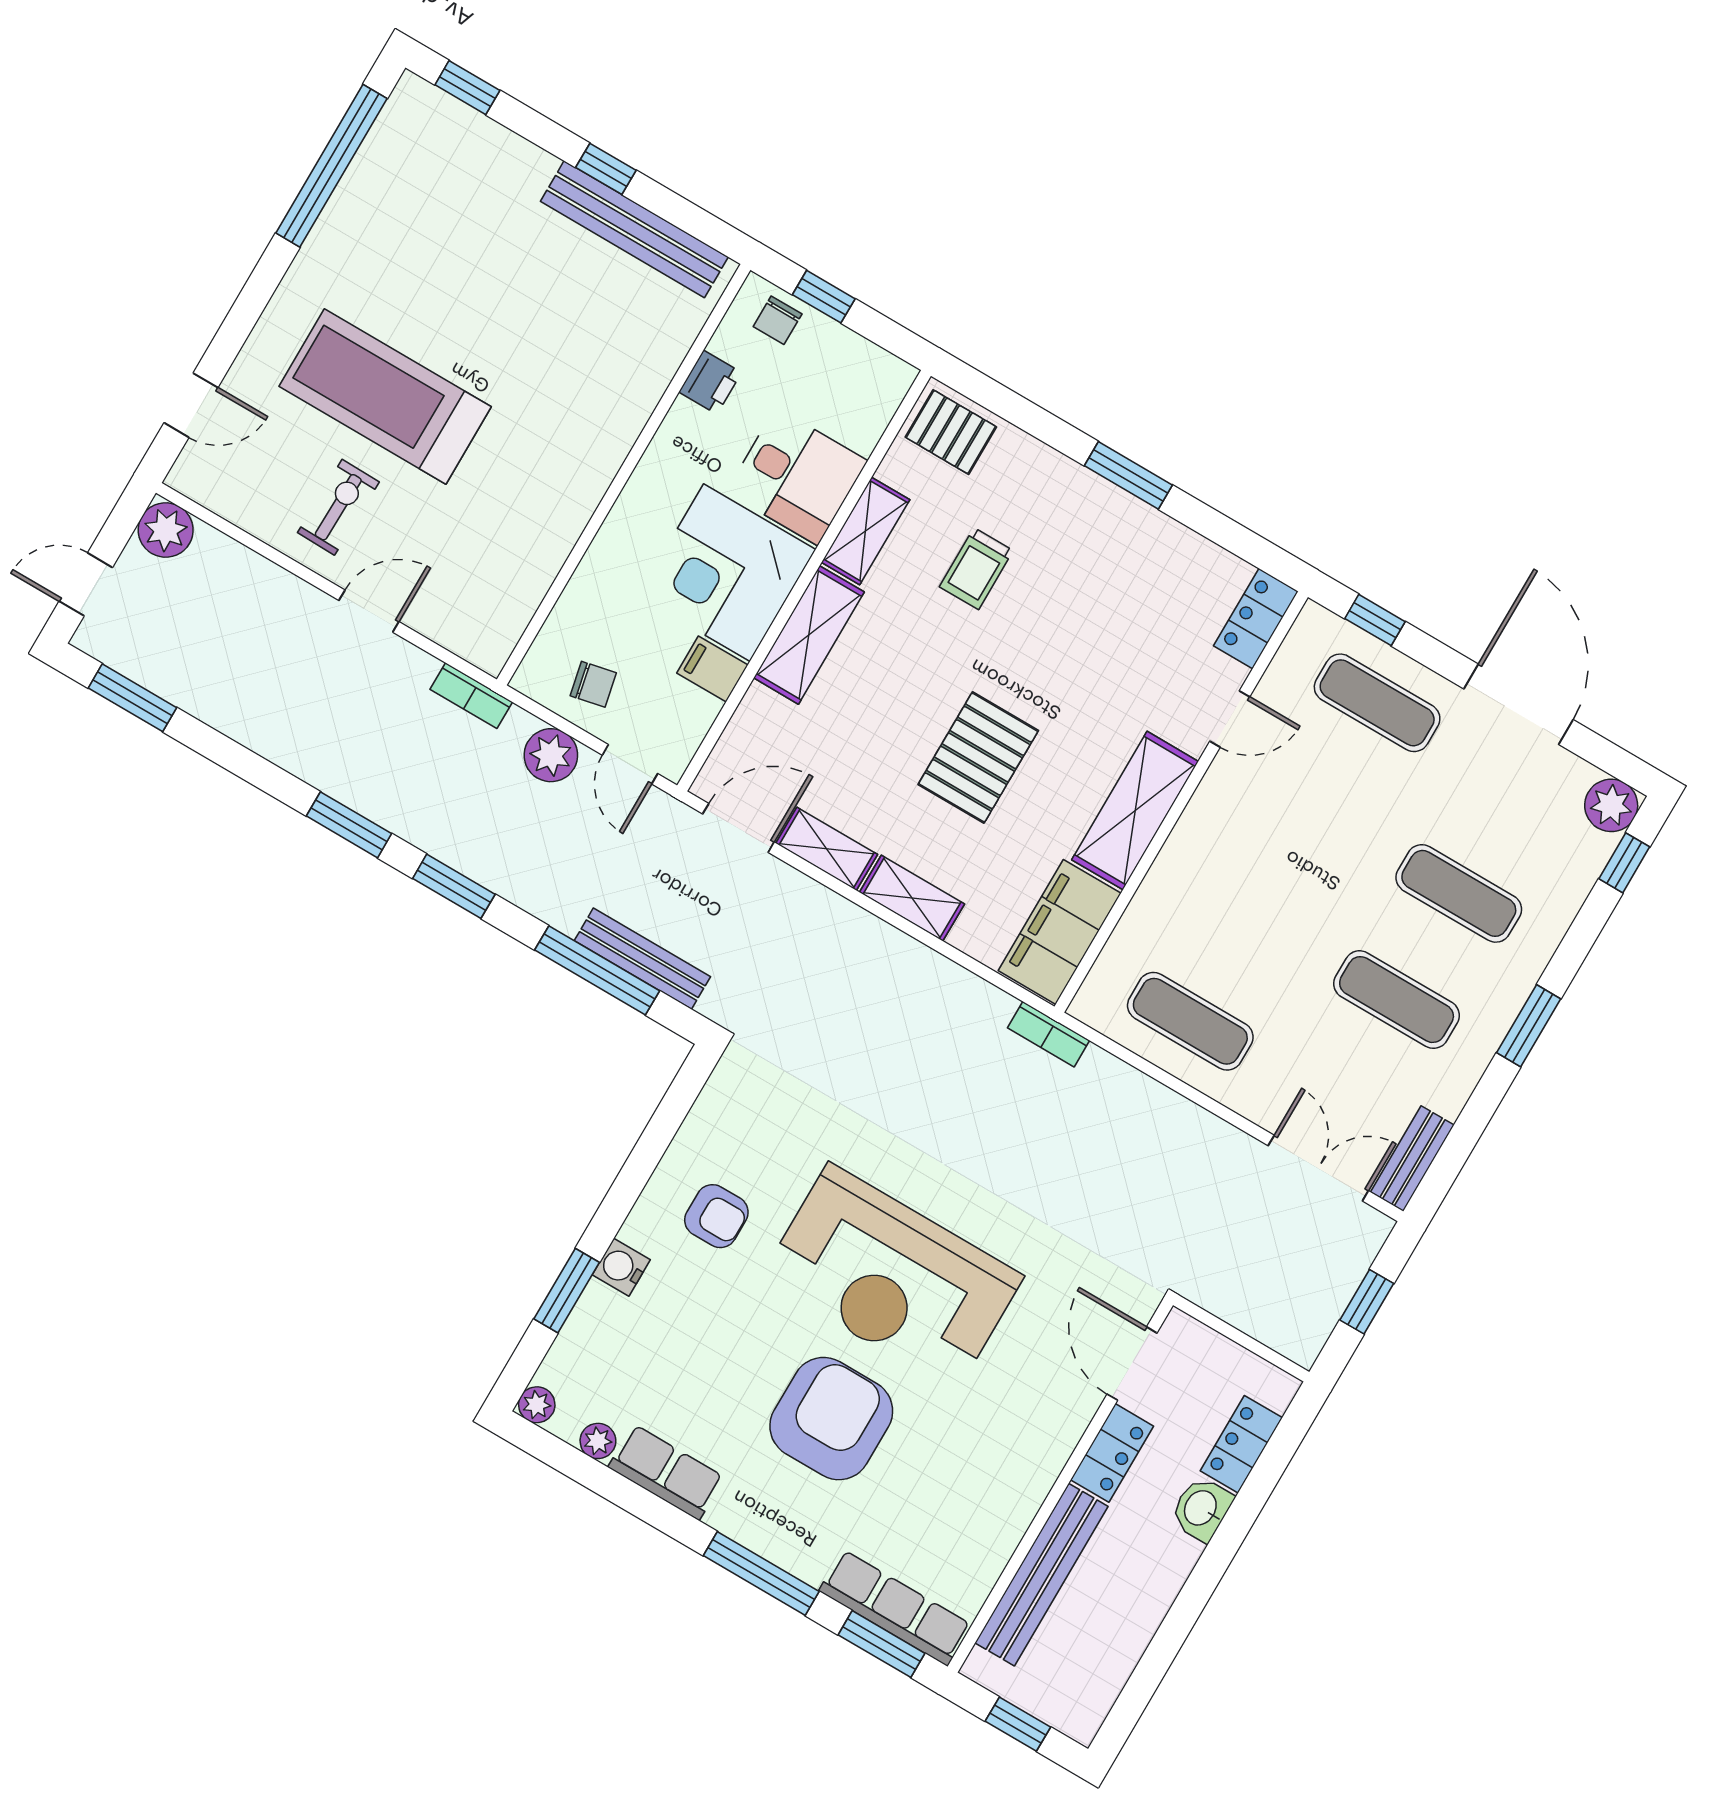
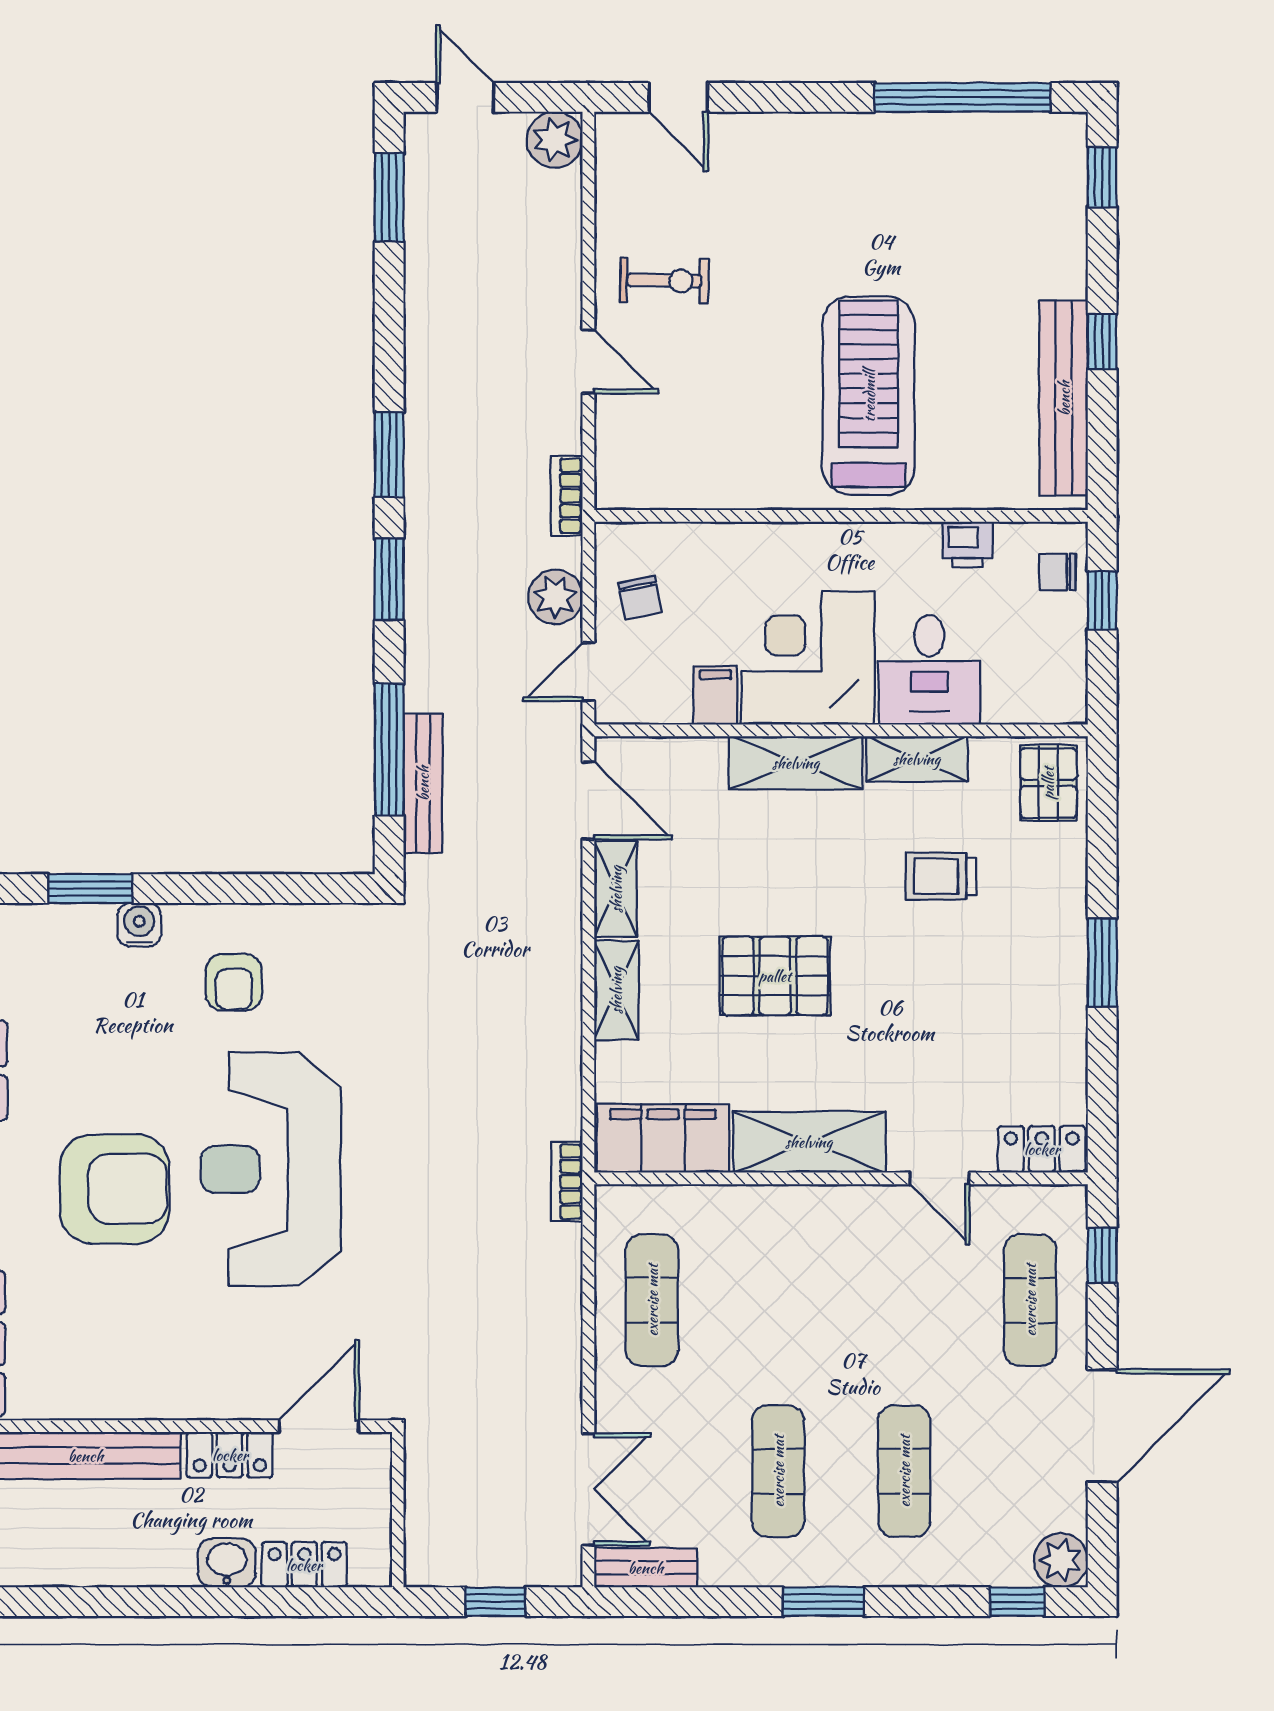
treadmill: (385, 397) -> (869, 396), moved

